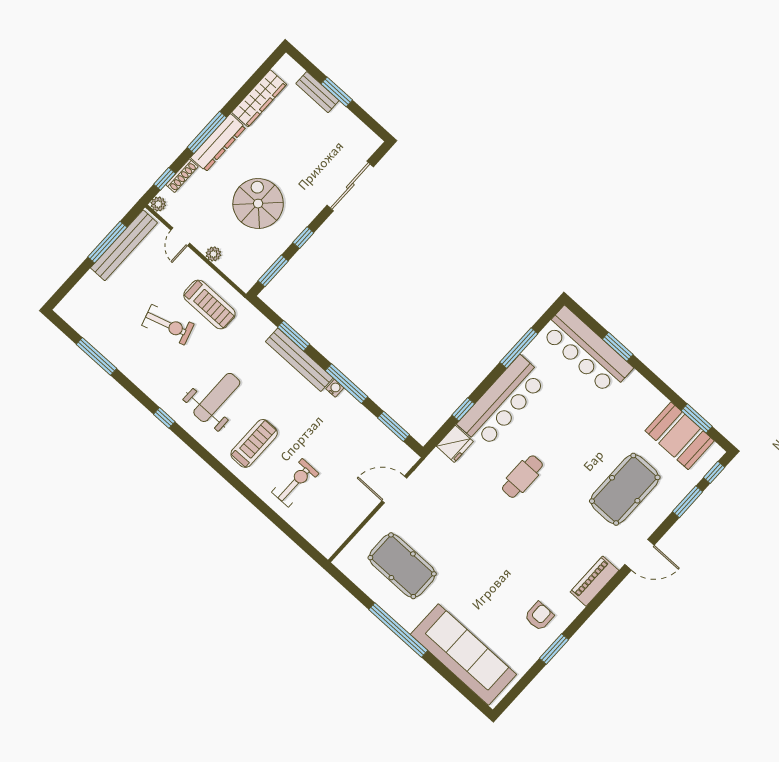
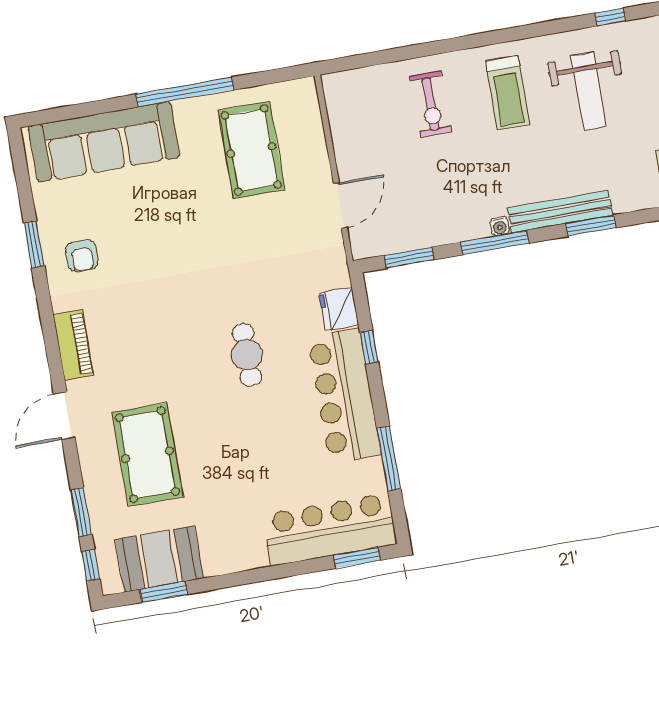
window: (618, 347) -> (357, 558), moved
pool table: (402, 566) -> (251, 150), turned 90

